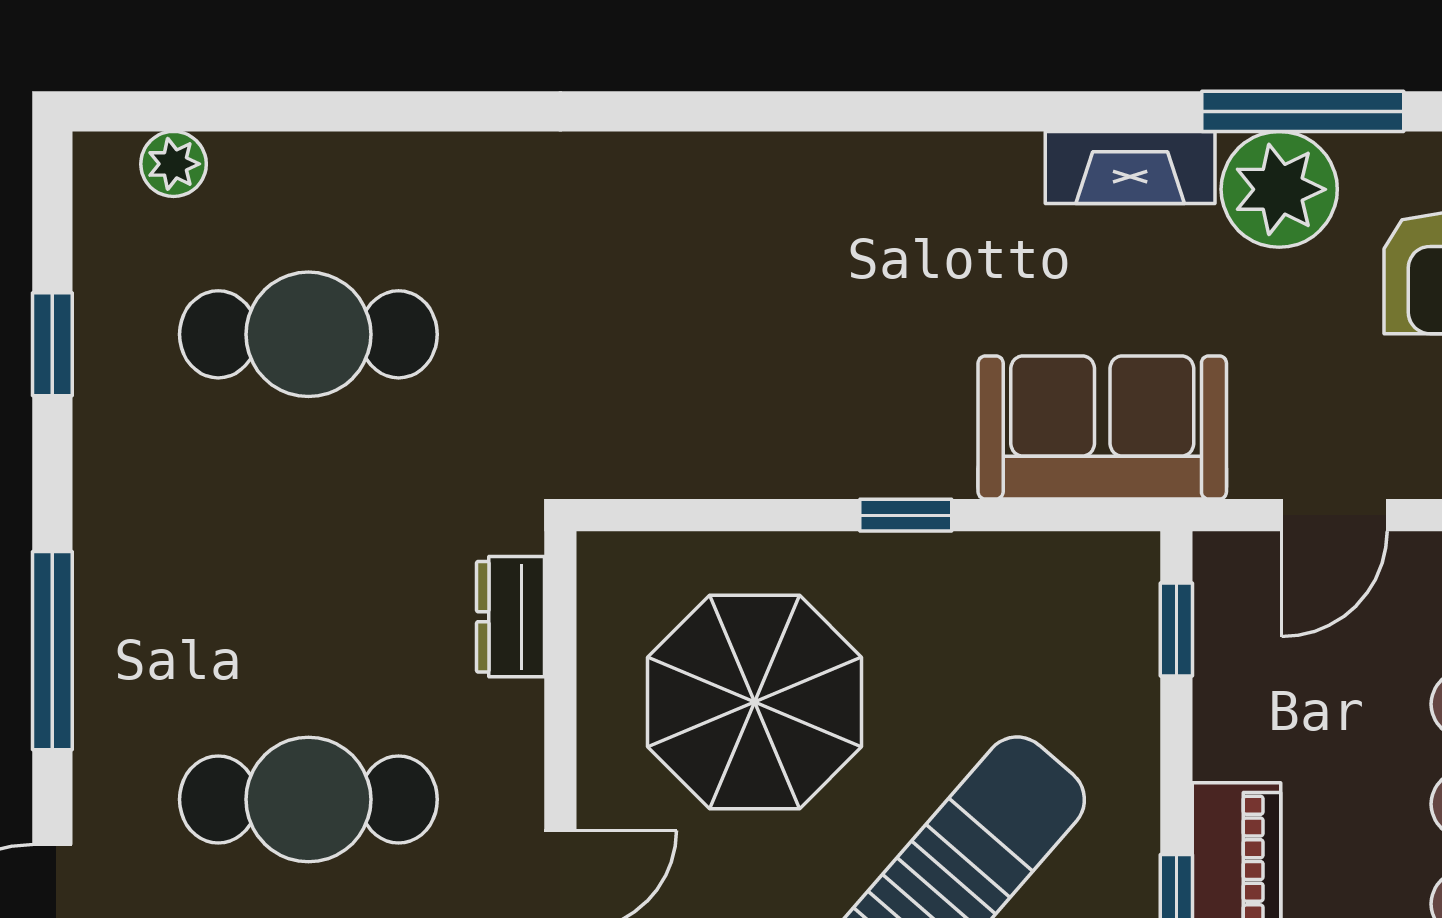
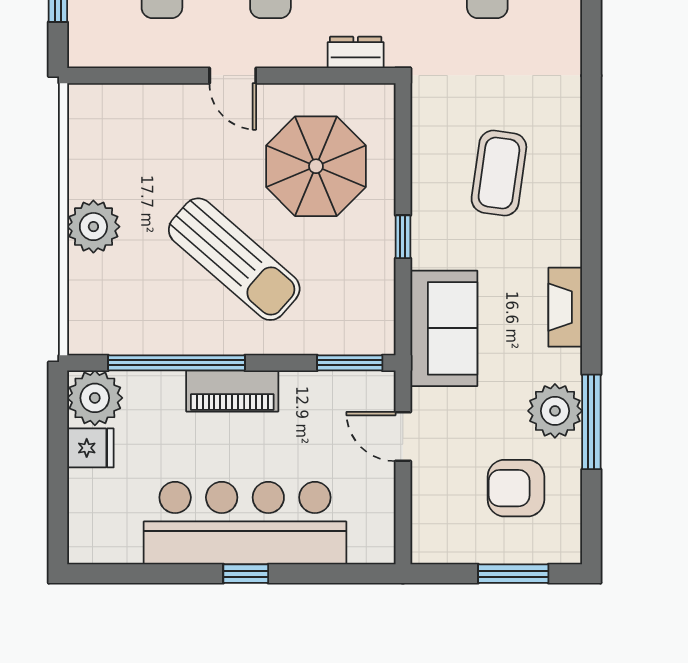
fireplace: (1130, 167) -> (565, 307), moved
coffee table: (769, 309) -> (499, 173), added
window: (1176, 629) -> (350, 363), width x1.50

